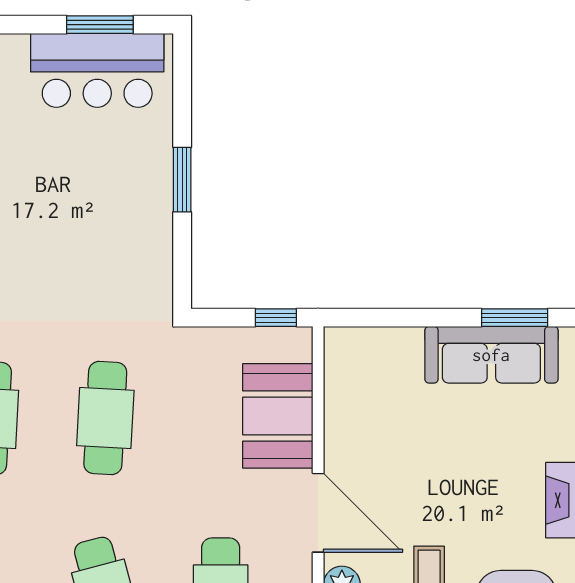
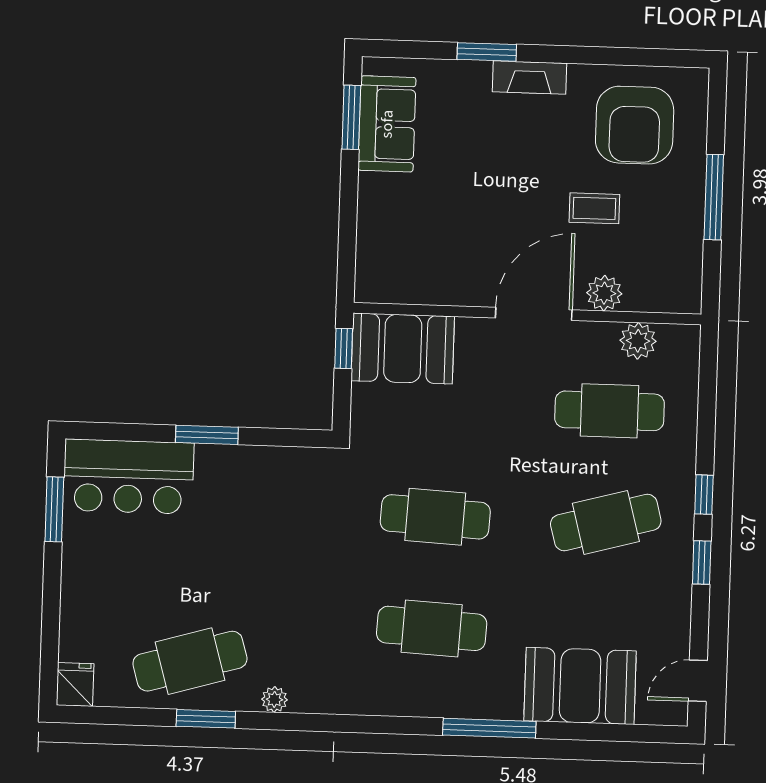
bar counter: (97, 70) -> (128, 477), moved, turned 90
sofa: (491, 355) -> (387, 124), width x0.73
booth: (278, 416) -> (403, 349), moved

